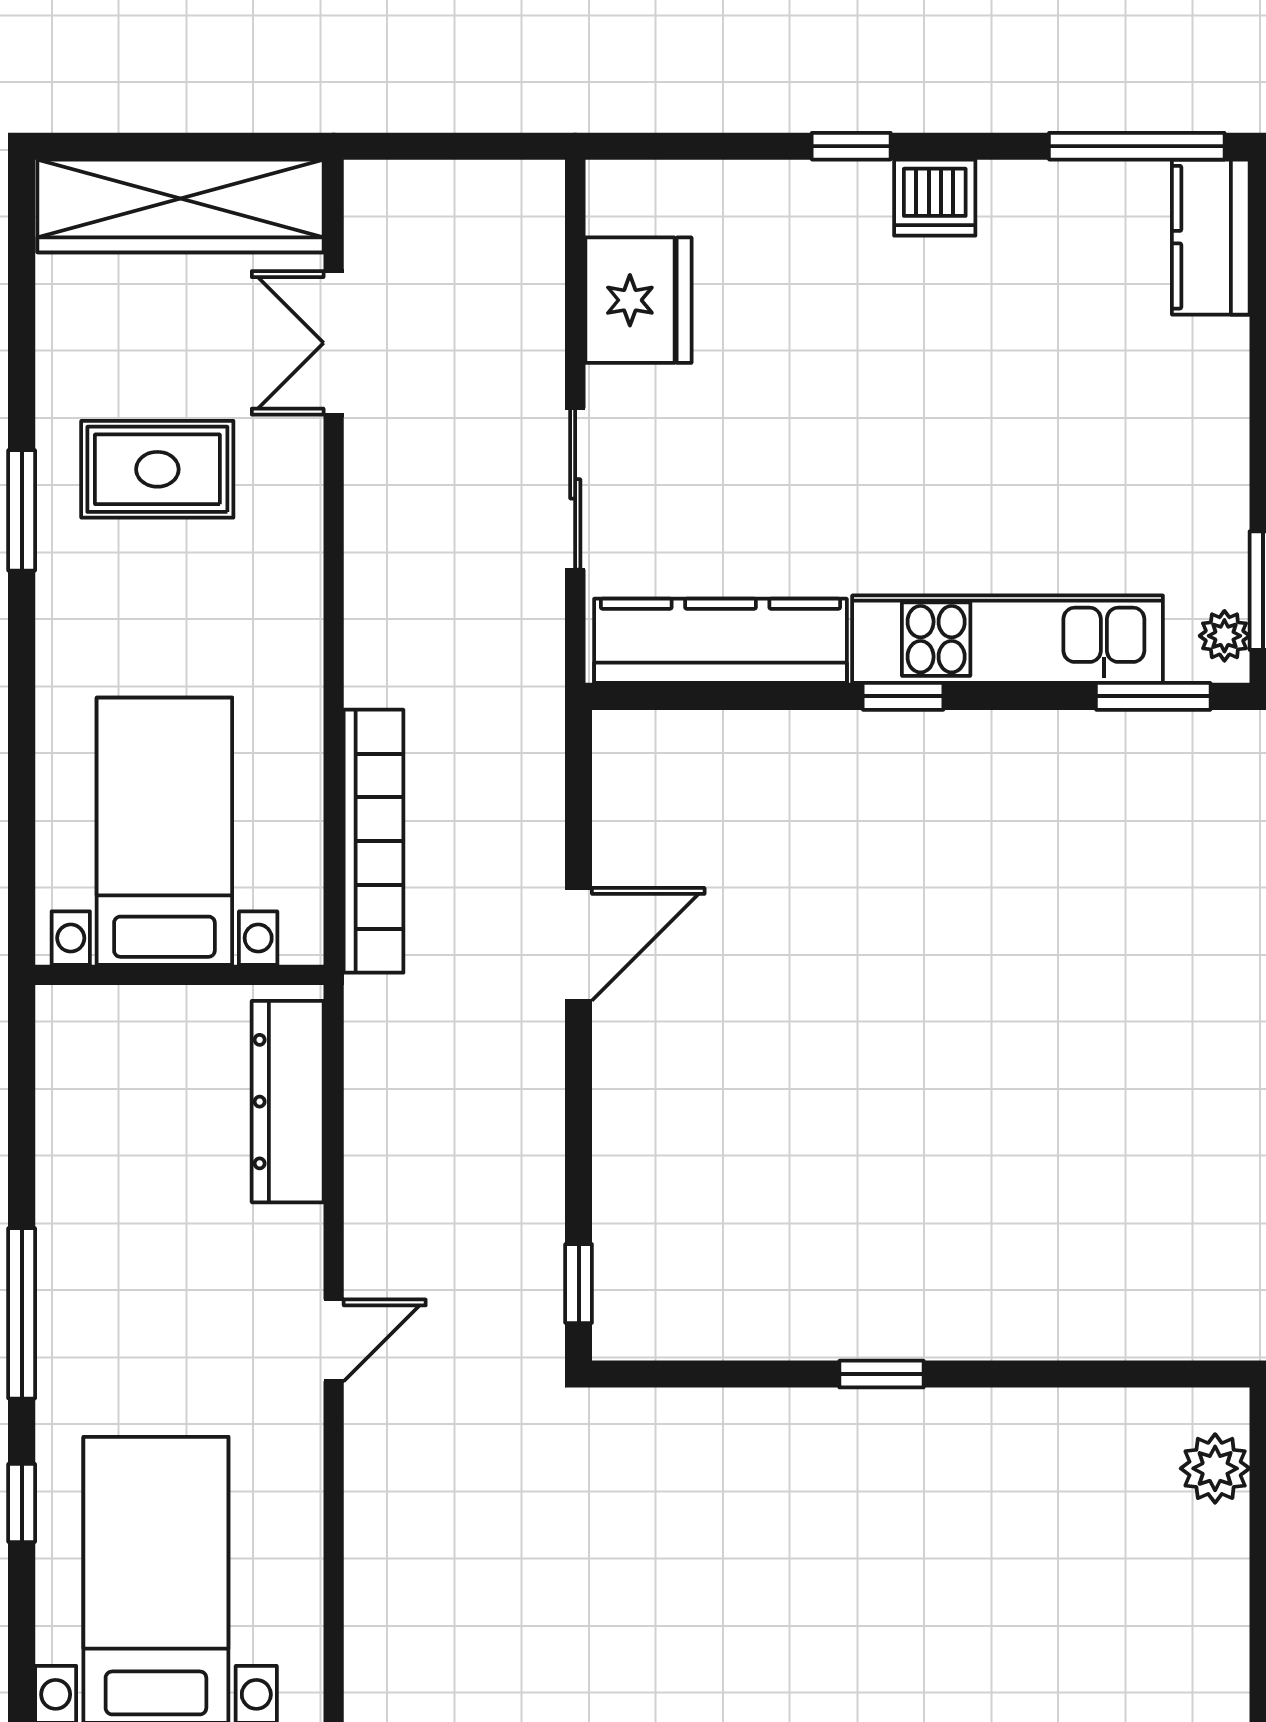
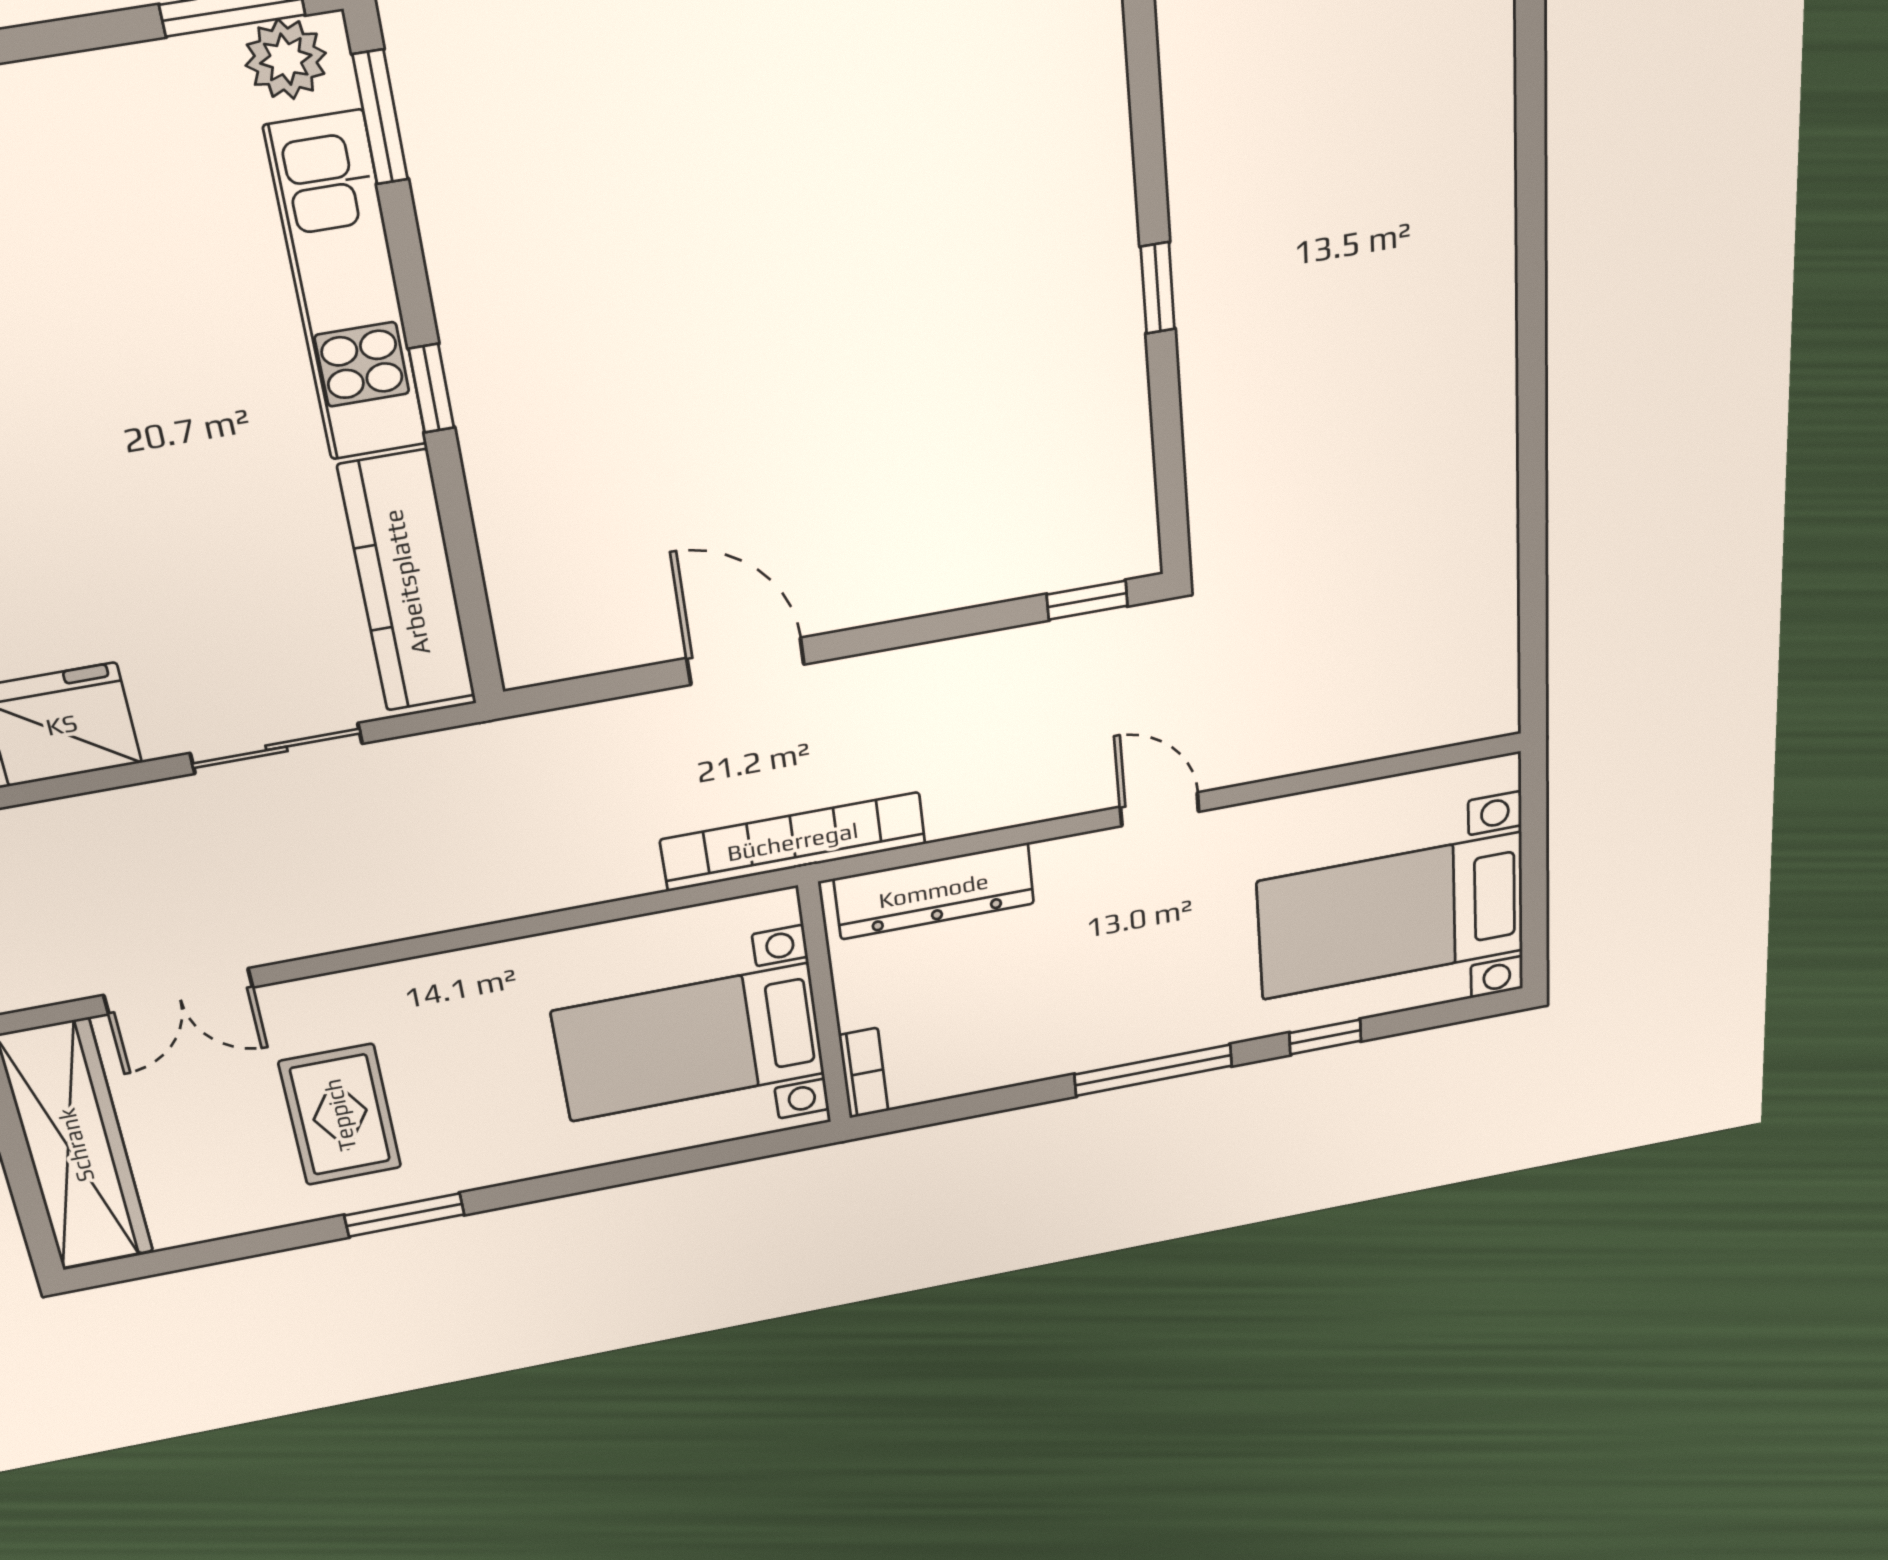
plant: (1224, 636) -> (286, 59), width x1.38, depth x1.38
bookcase: (374, 841) -> (793, 842), moved
bookcase: (87, 1006) -> (864, 1073), added

